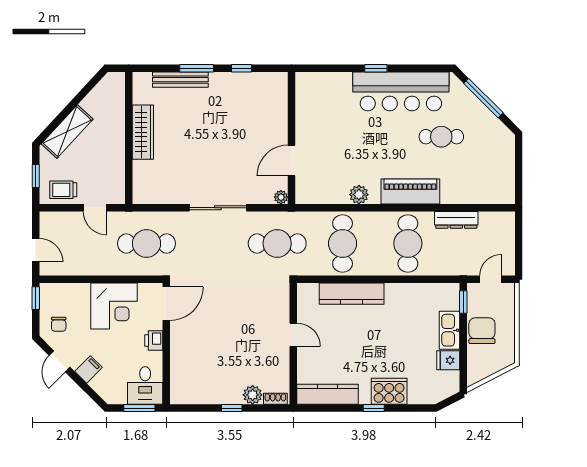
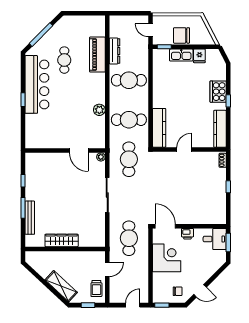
piano: (410, 191) -> (97, 55), moved
kitchen counter: (352, 294) -> (159, 128), moved
filing cabinet: (89, 369) -> (205, 273), removed
plant: (253, 395) -> (220, 174), removed

